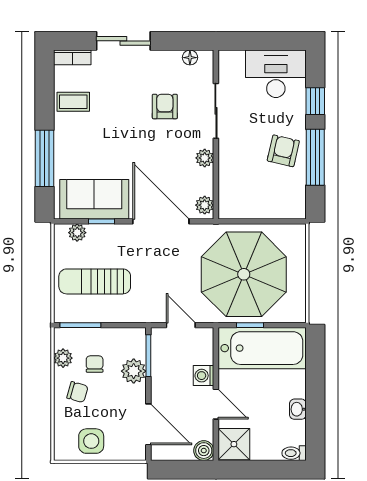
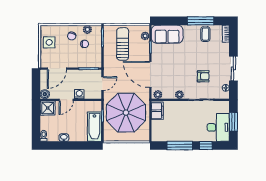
sliding door: (123, 41) -> (233, 68), moved
window: (264, 41) -> (233, 122), added
armchair: (283, 151) -> (183, 131), removed
window: (45, 158) -> (201, 21), moved
sofa: (94, 199) -> (167, 34), moved, turned 90
filing cabinet: (240, 206) -> (157, 111), added
door: (161, 221) -> (150, 74), swing flipped
bathtub: (262, 348) -> (94, 127), width x0.73, depth x0.73
plant: (134, 371) -> (81, 62), removed

